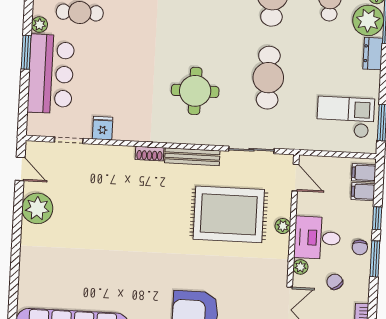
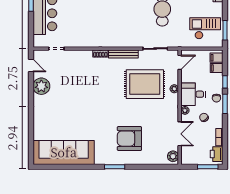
round table: (195, 91) -> (123, 18), removed
fridge: (103, 128) -> (74, 41), removed
door: (295, 178) -> (180, 62), hinge flipped

